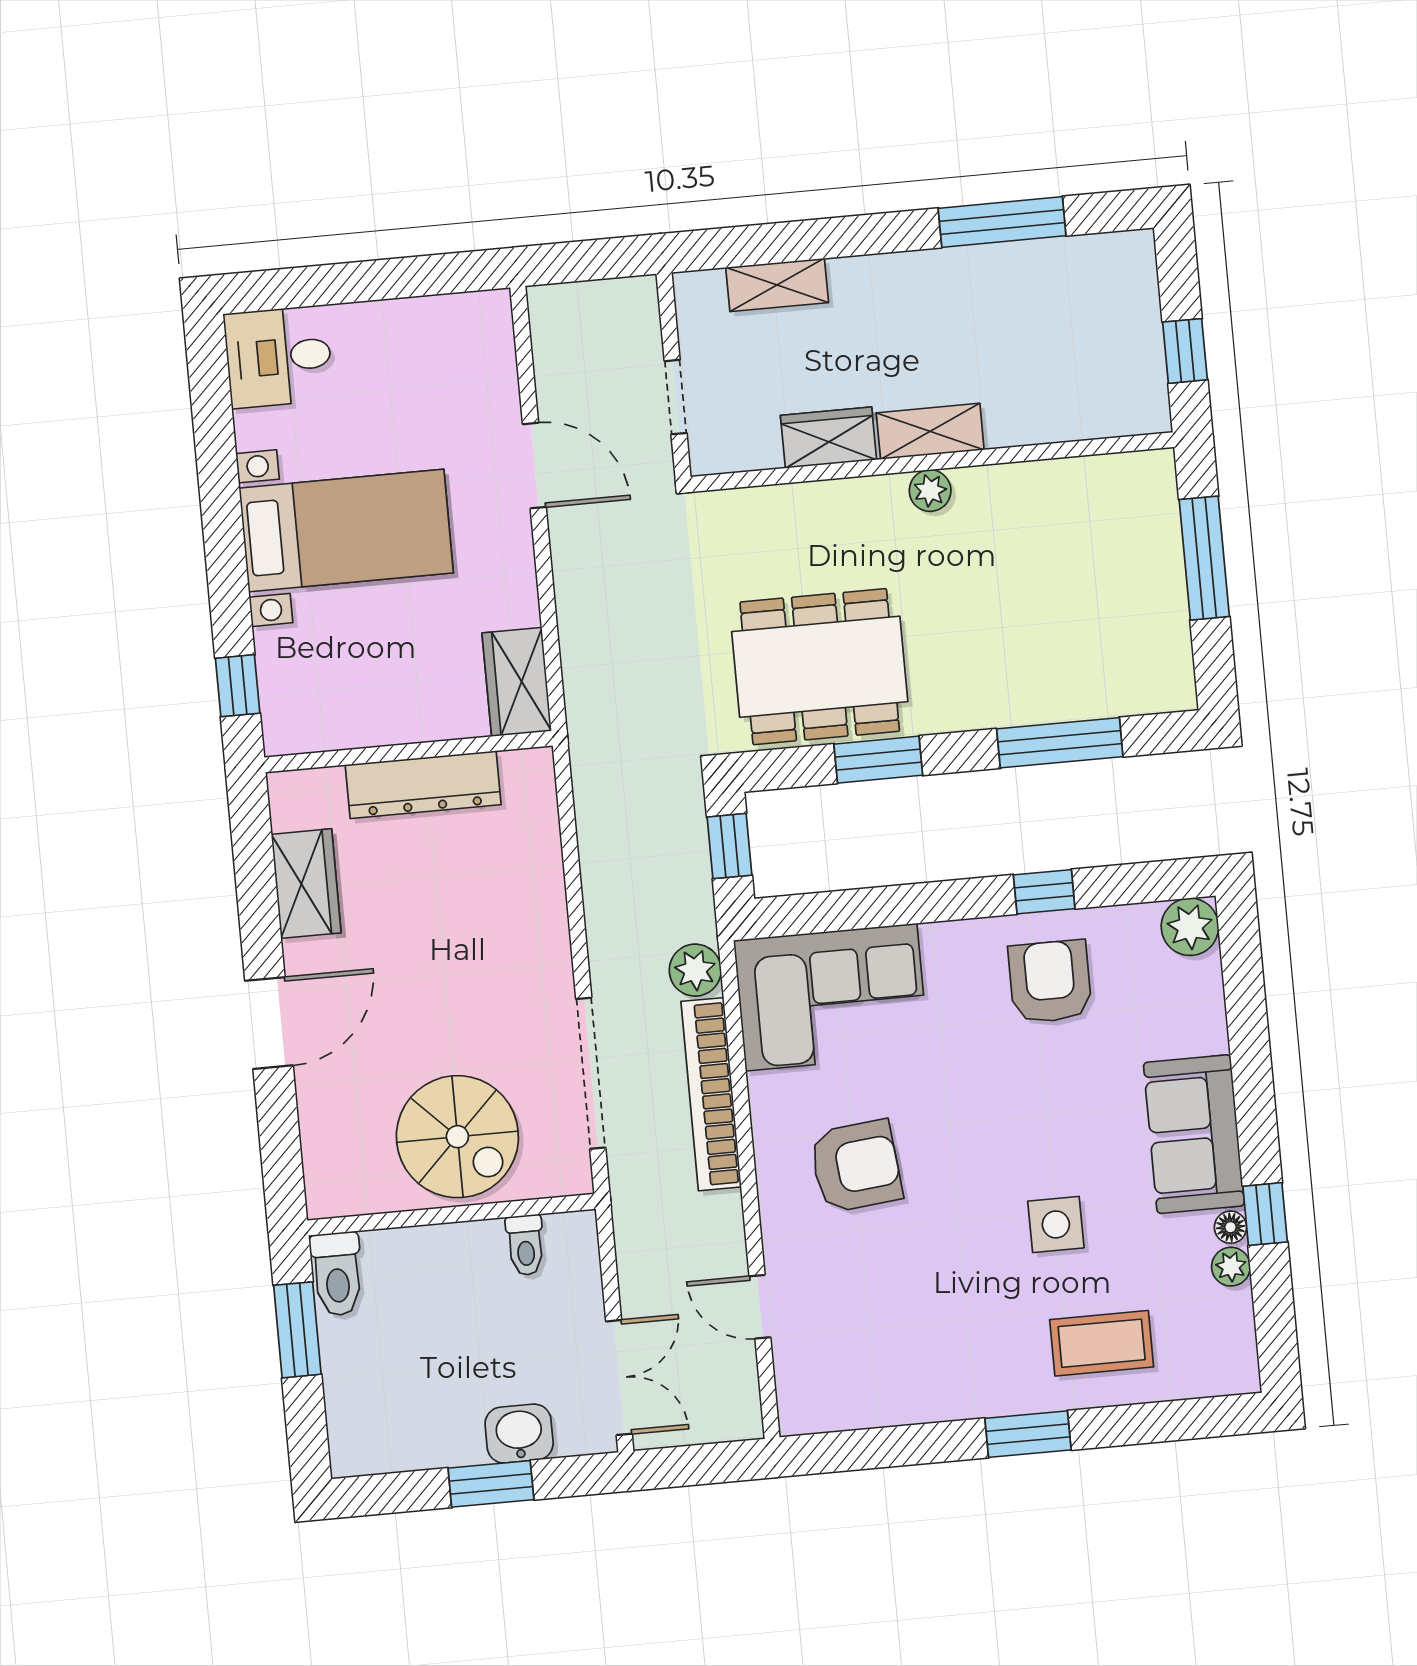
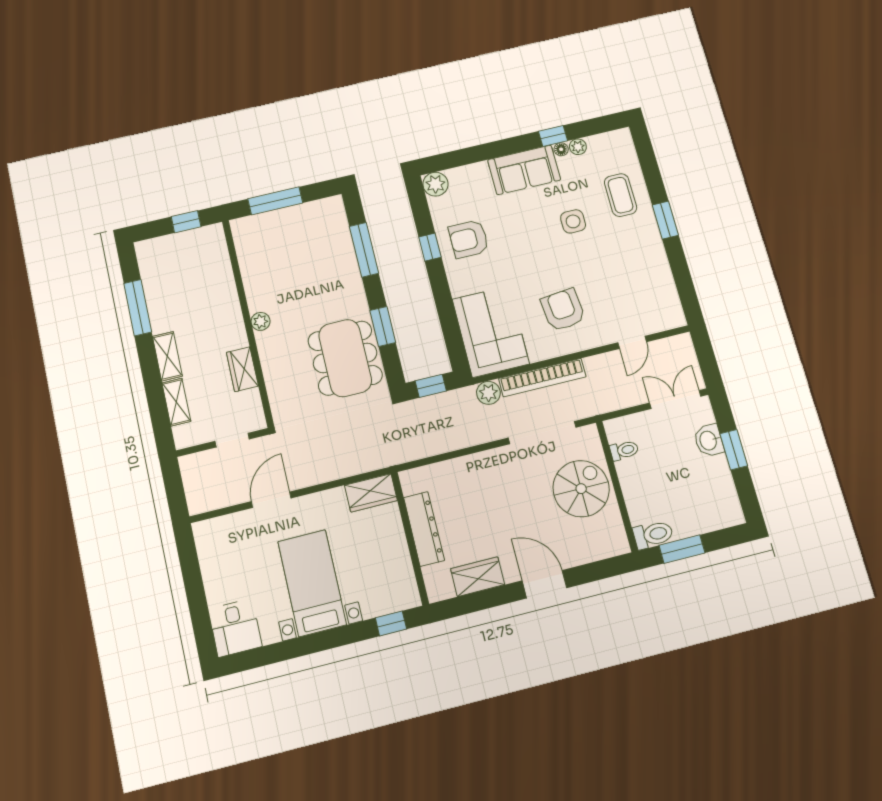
shelving: (930, 431) -> (167, 356), moved

